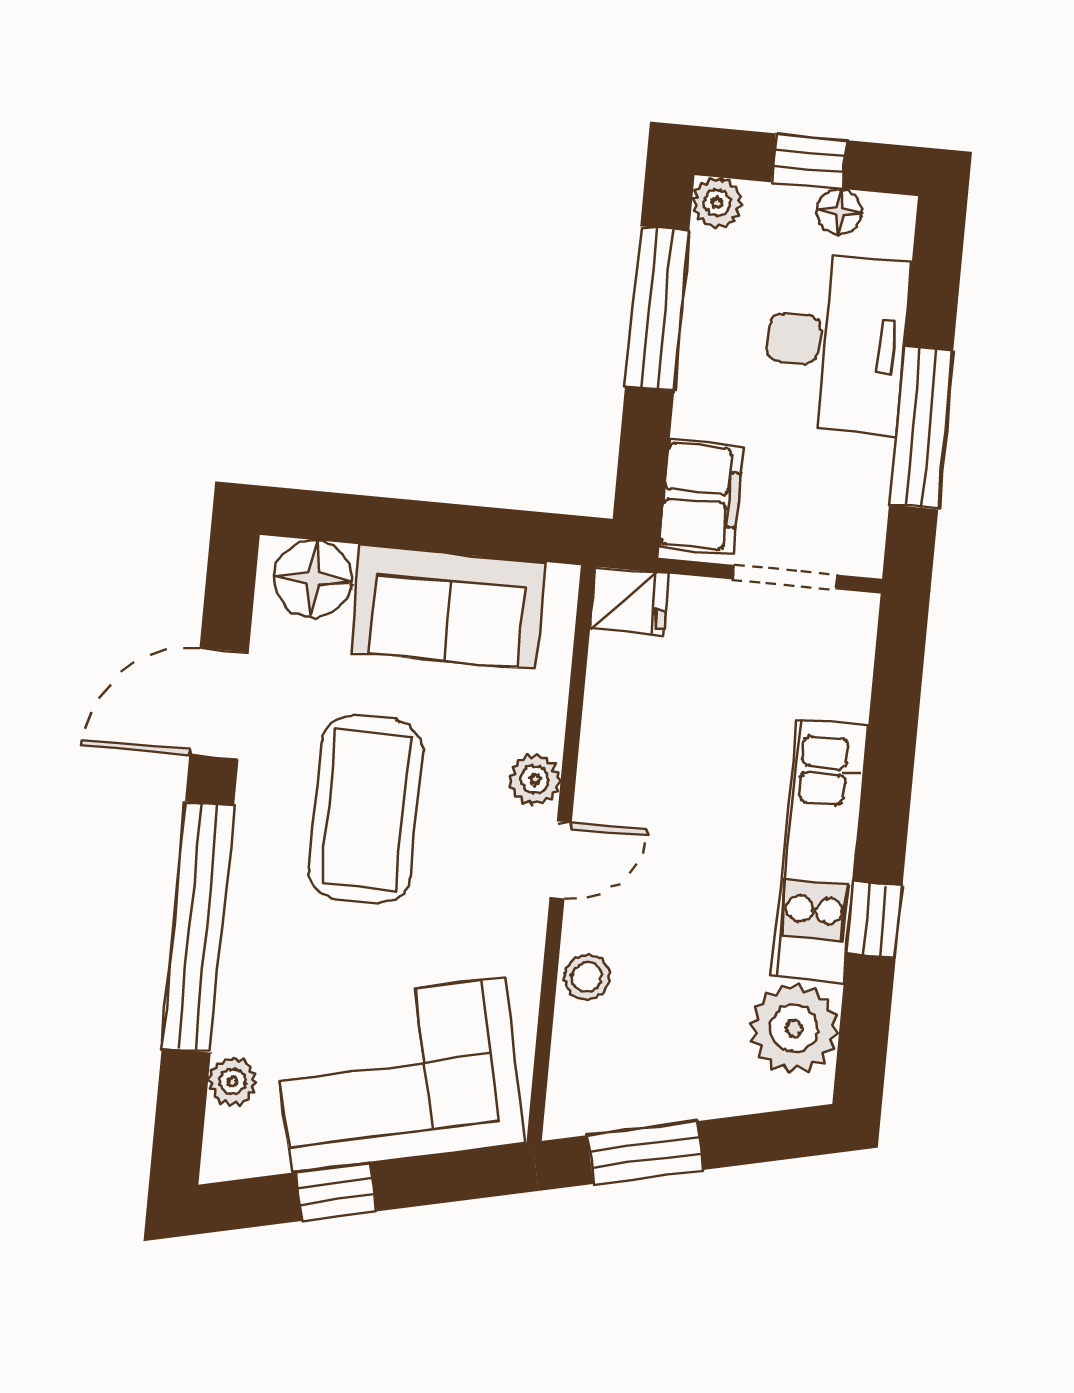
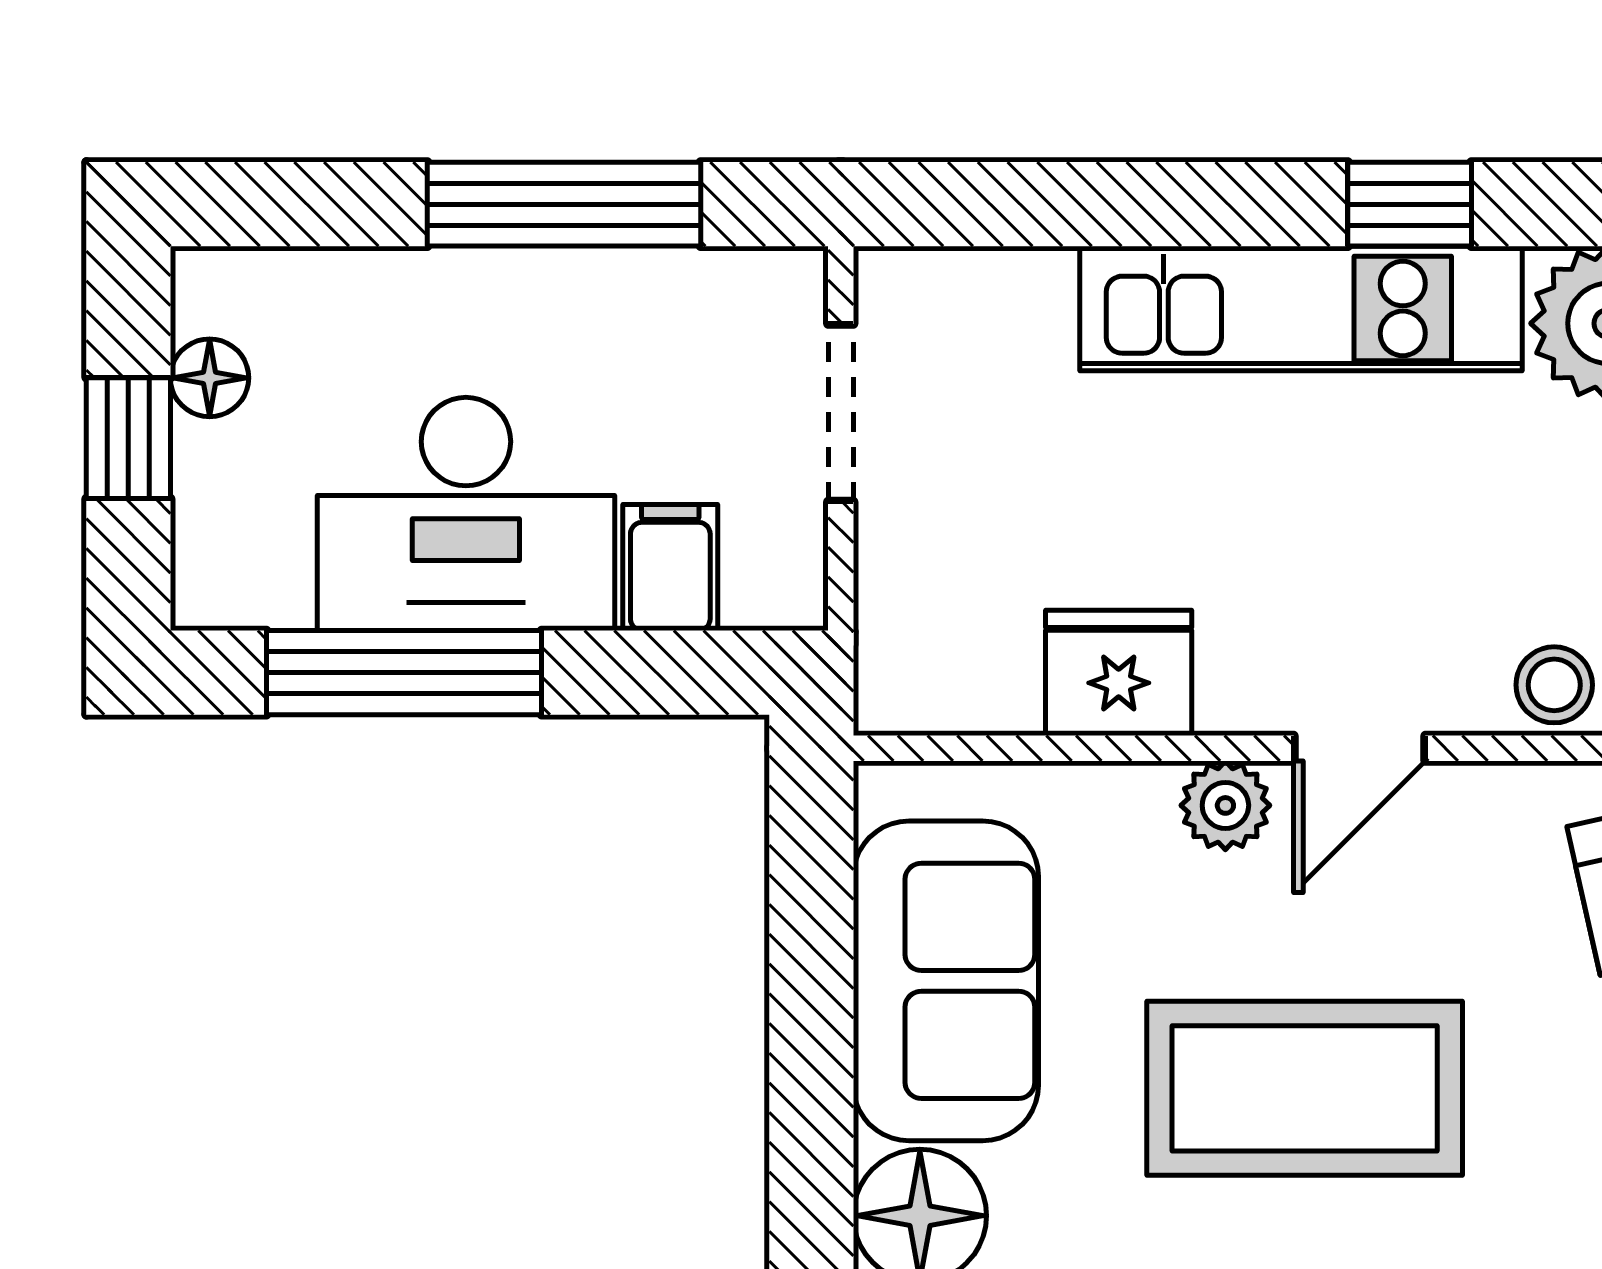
plant: (717, 203) -> (214, 587), removed
desk: (836, 343) -> (466, 514), moved, turned 180
filing cabinet: (701, 497) -> (670, 568), width x0.50
fridge: (630, 601) -> (1119, 673), moved, width x1.38
door: (561, 860) -> (1359, 748), swing flipped

